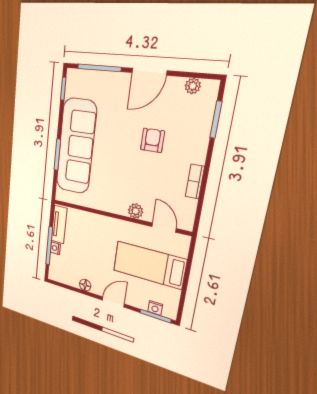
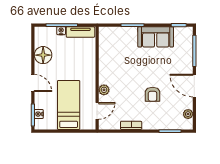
armchair: (152, 140) -> (153, 94), turned 90
sofa: (76, 146) -> (156, 37), width x0.54, depth x0.79
floor lamp: (85, 285) -> (43, 55), width x1.89, depth x1.89

